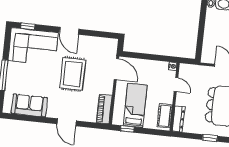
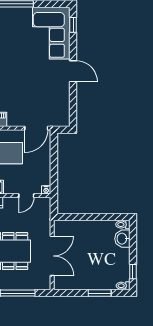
door: (69, 31) -> (73, 71), swing flipped
rug: (73, 74) -> (26, 80), removed

